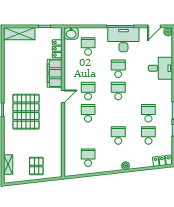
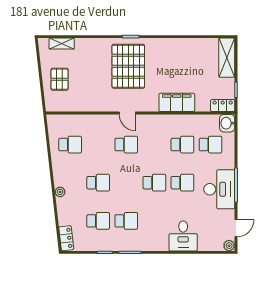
door: (154, 26) -> (236, 228), swing flipped
locker: (57, 49) -> (223, 106), moved
school desk: (88, 91) -> (182, 145), moved
door: (63, 97) -> (127, 113), moved
pallet: (26, 112) -> (128, 66), turned 90
pallet: (36, 166) -> (60, 79), turned 90

